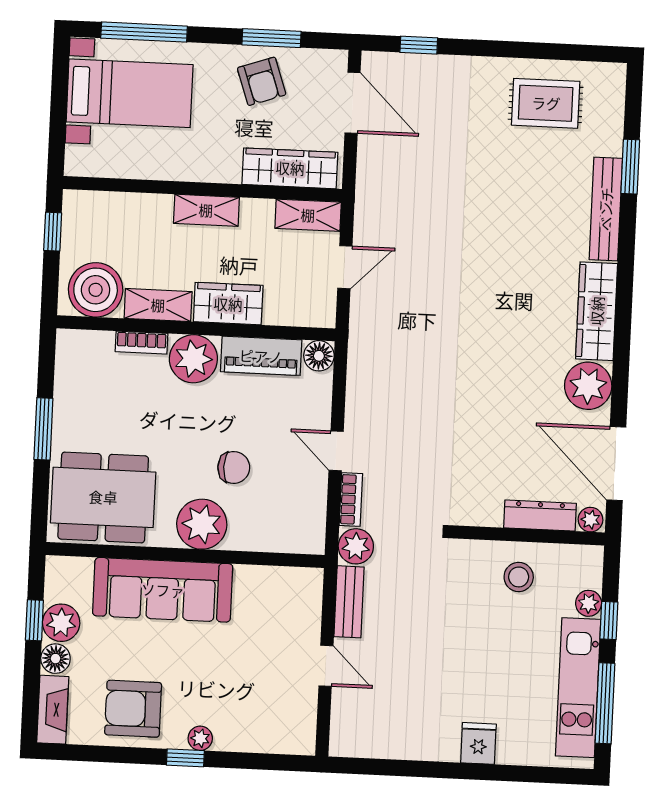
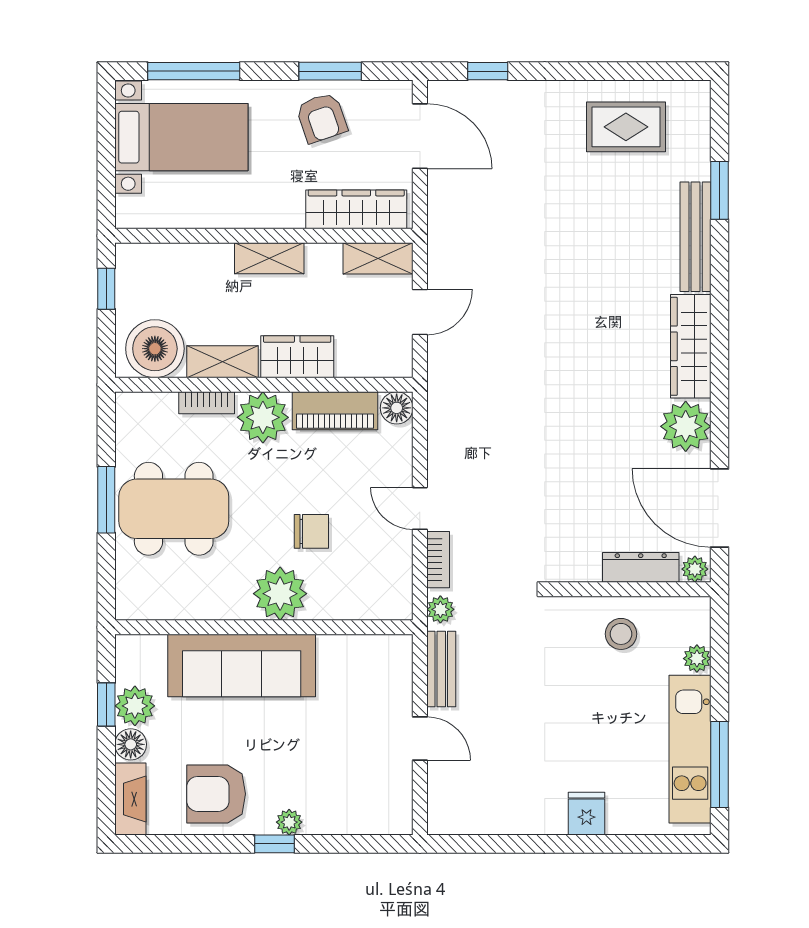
dining table: (103, 497) -> (174, 509), moved
plant: (356, 546) -> (440, 609), width x0.73, depth x0.73
window: (609, 620) -> (720, 676), removed

